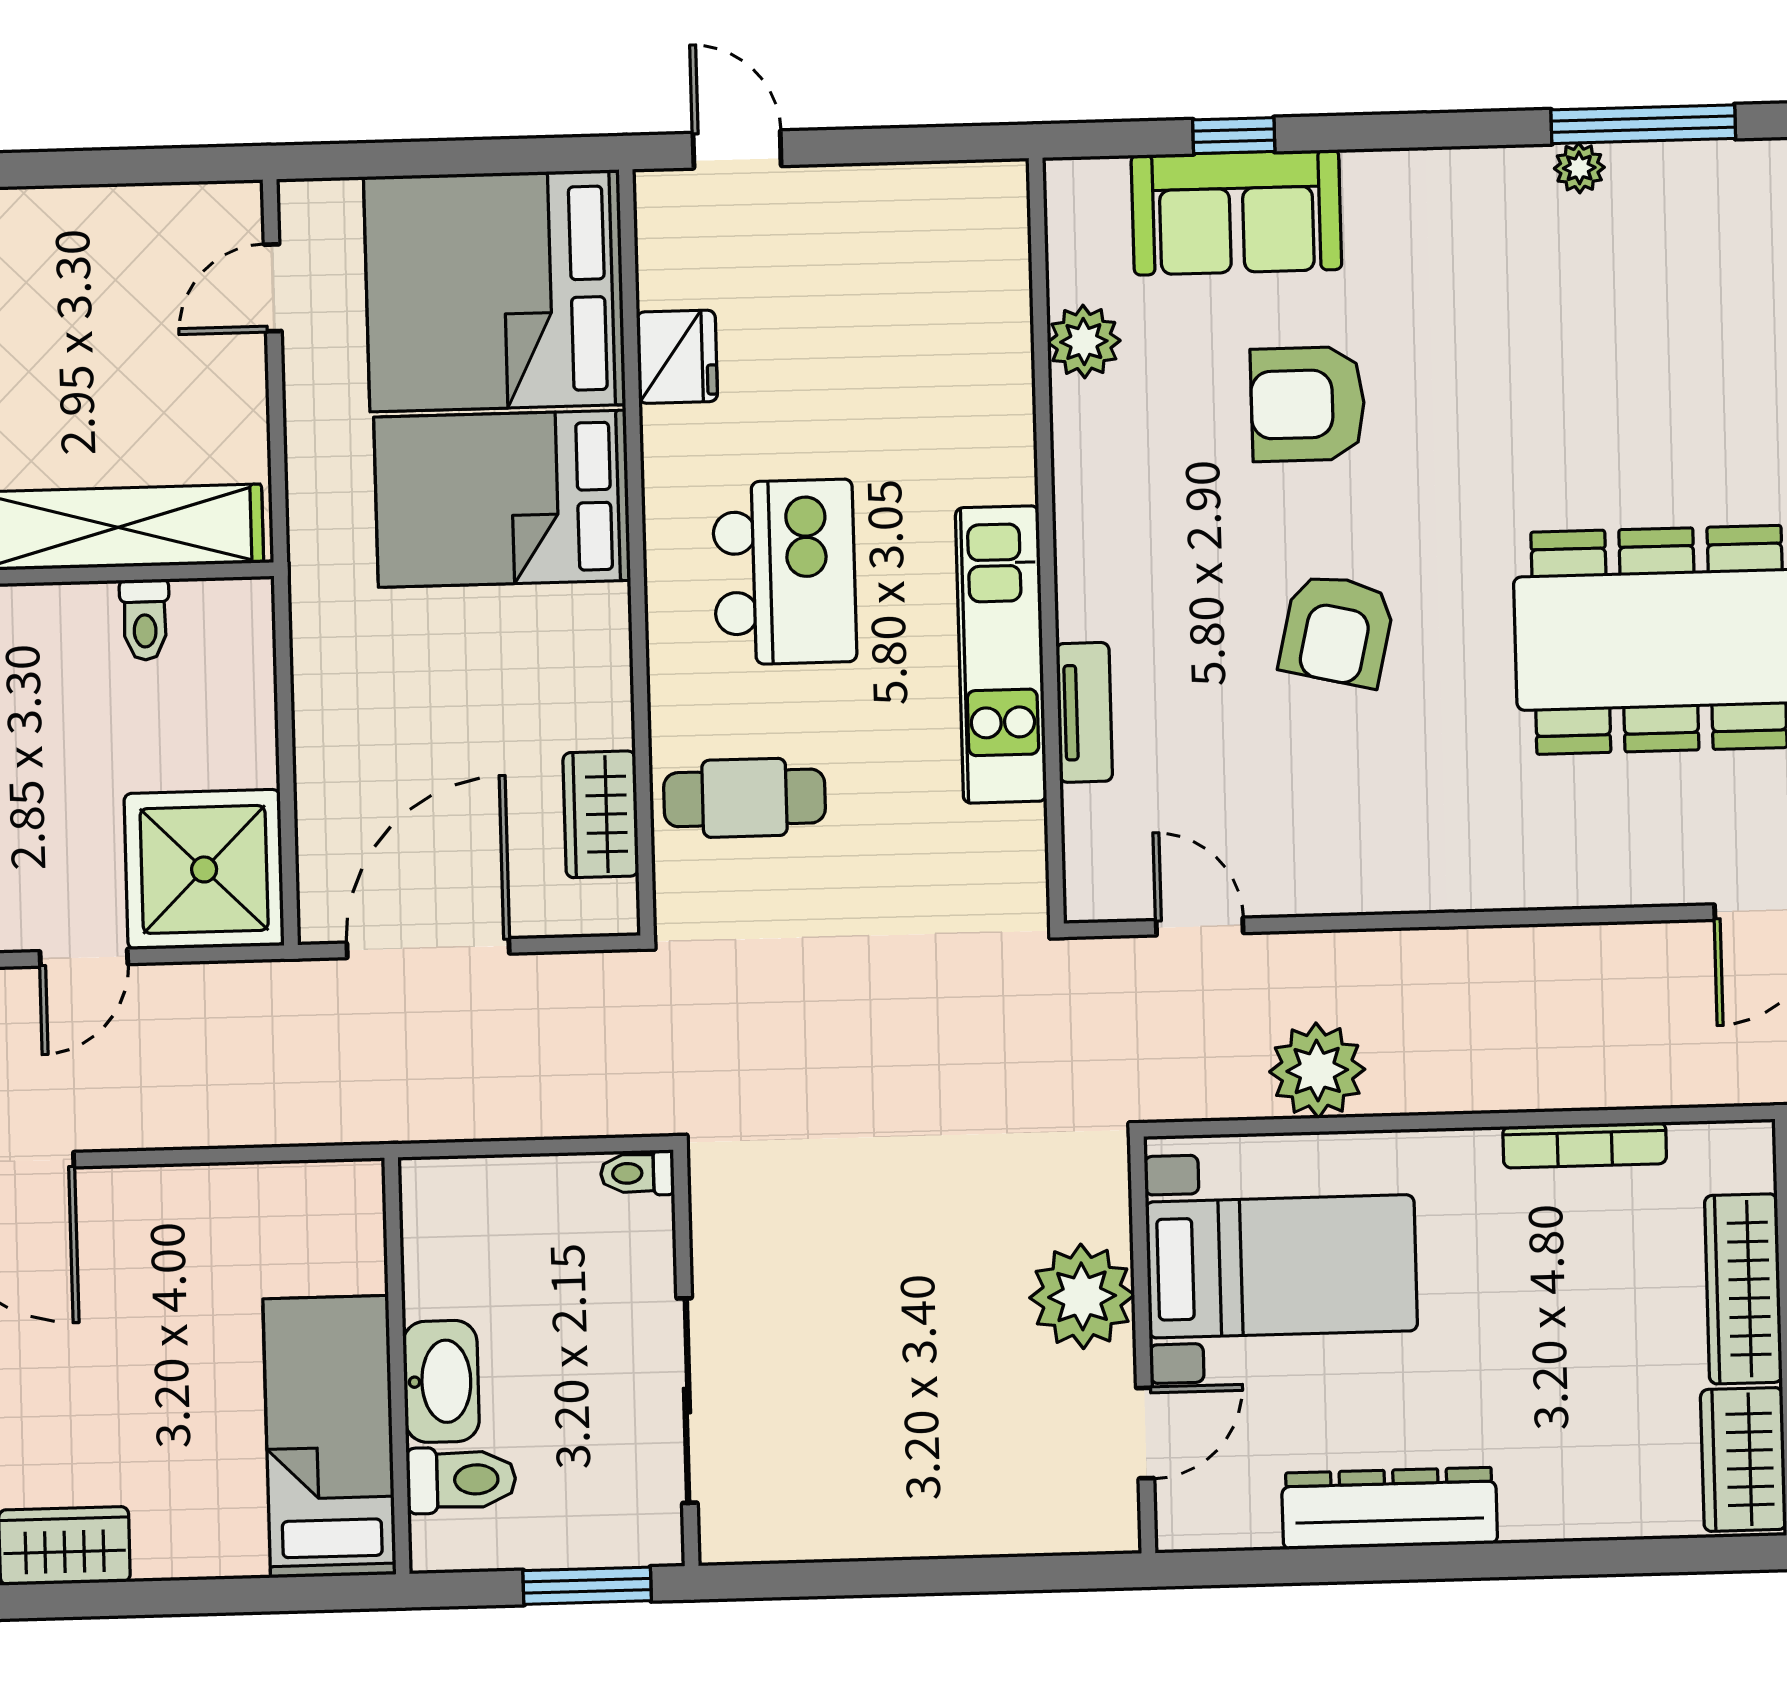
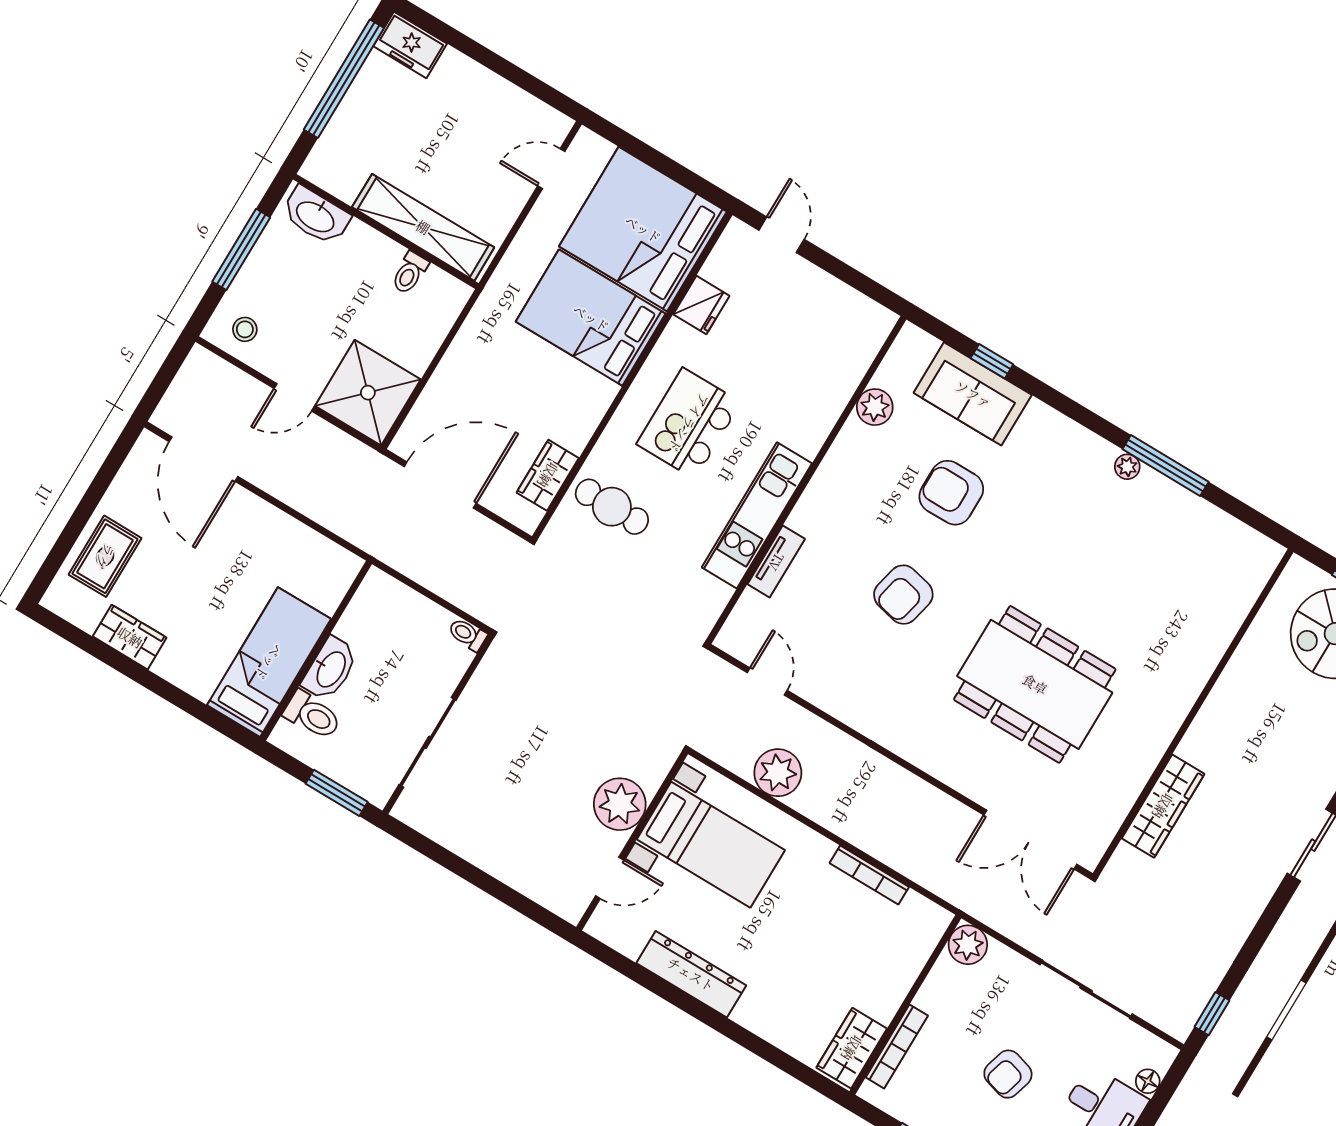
kitchen island: (785, 572) -> (689, 423), turned 180
wardrobe: (1743, 1289) -> (897, 977), removed

